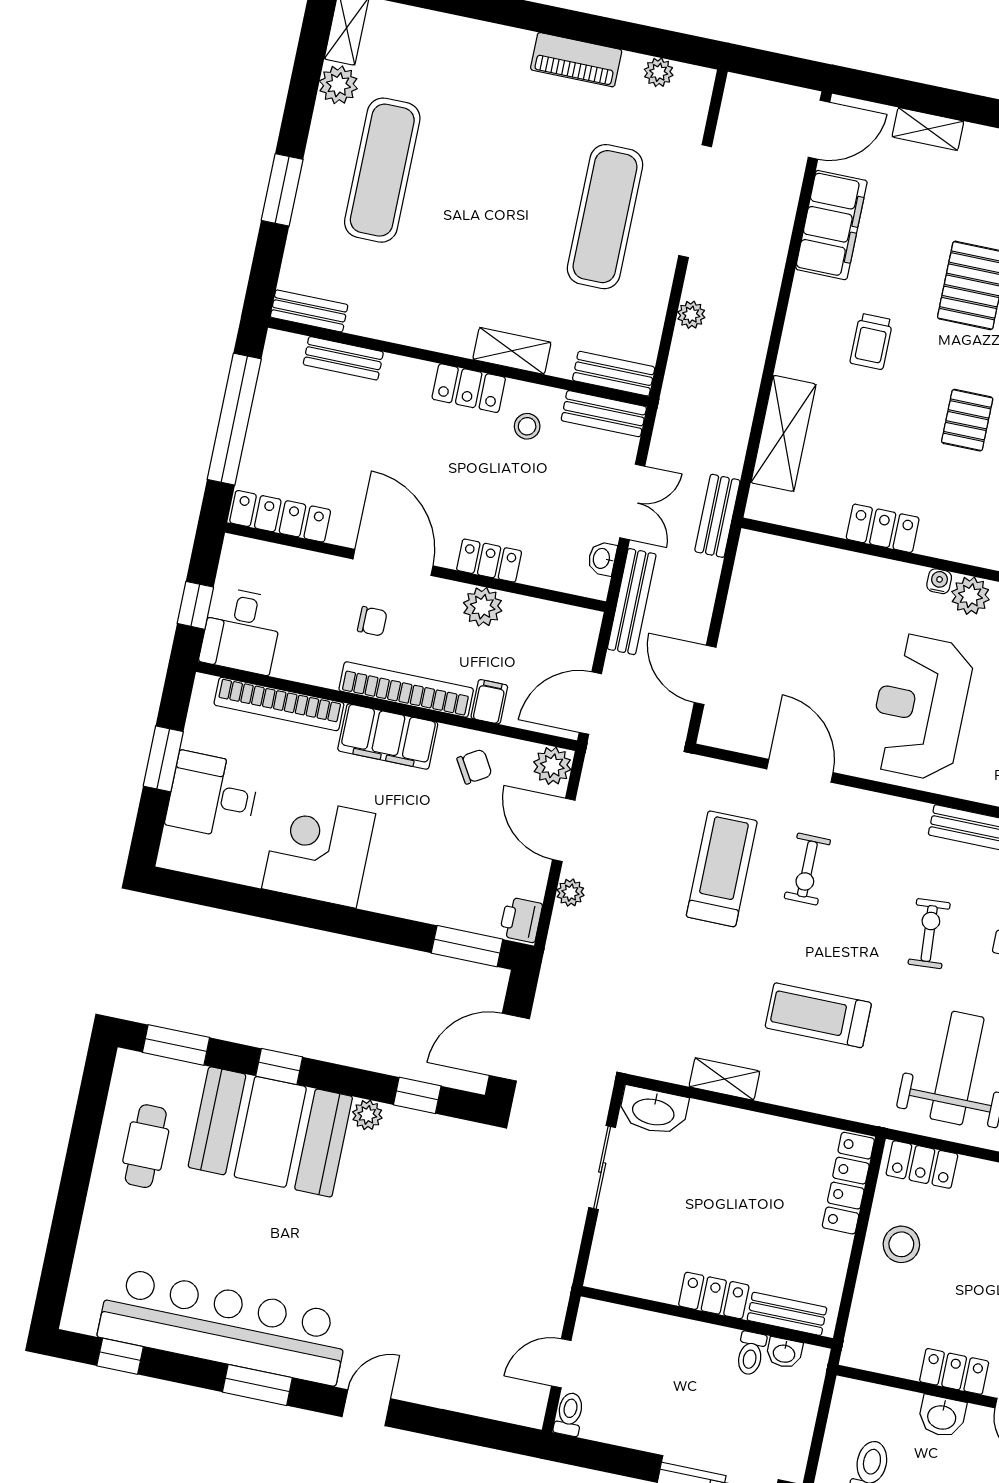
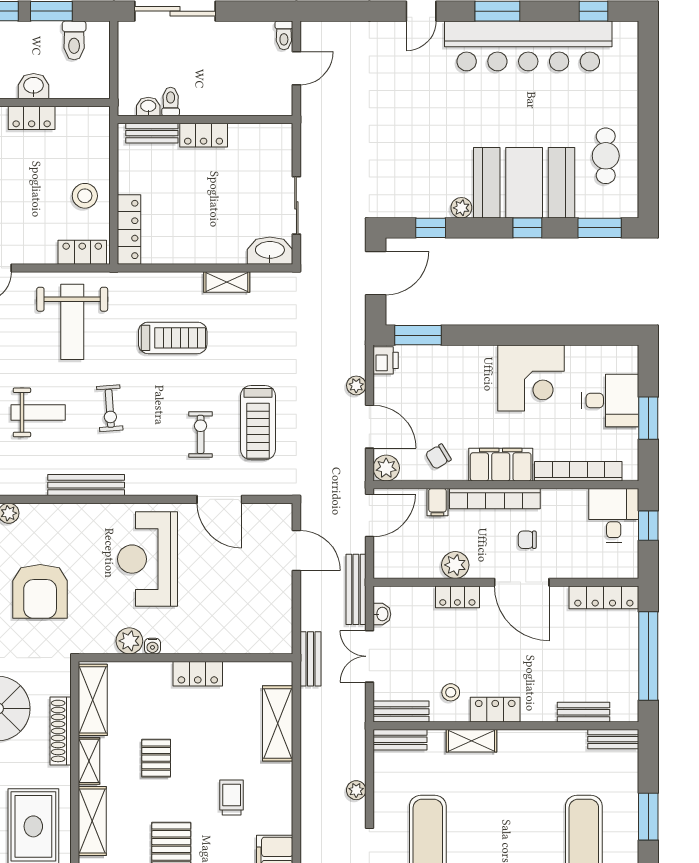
reception desk: (920, 707) -> (147, 559), turned 180

